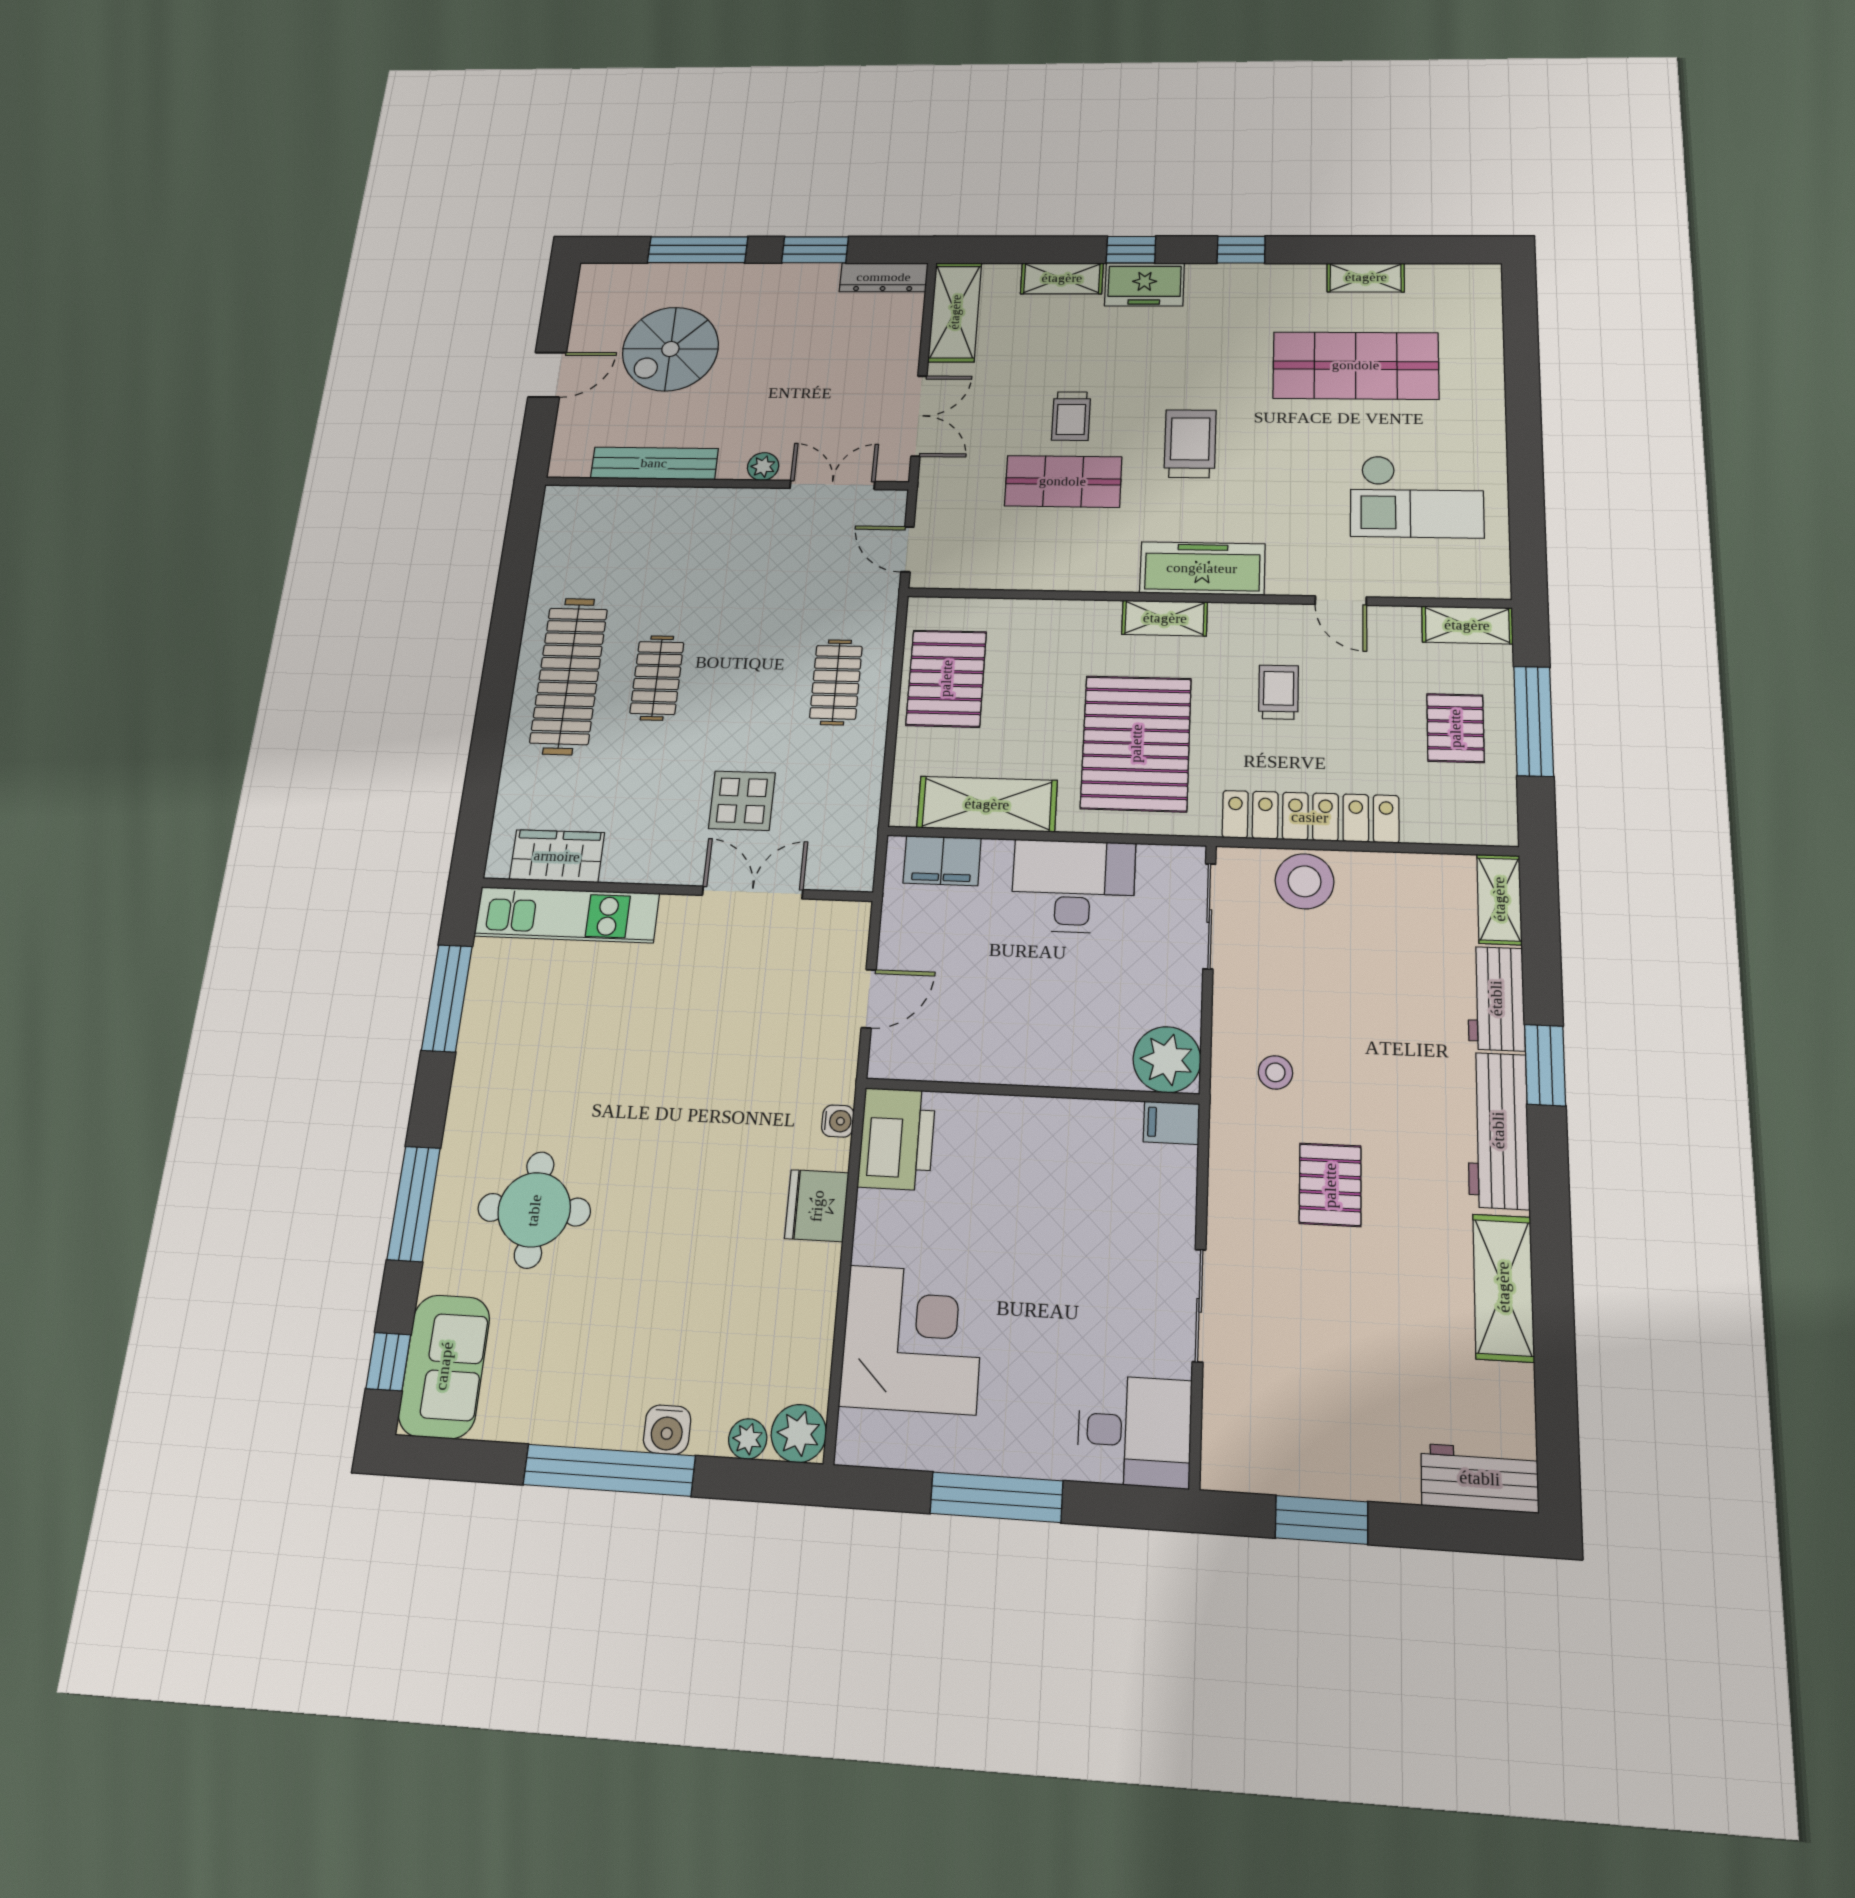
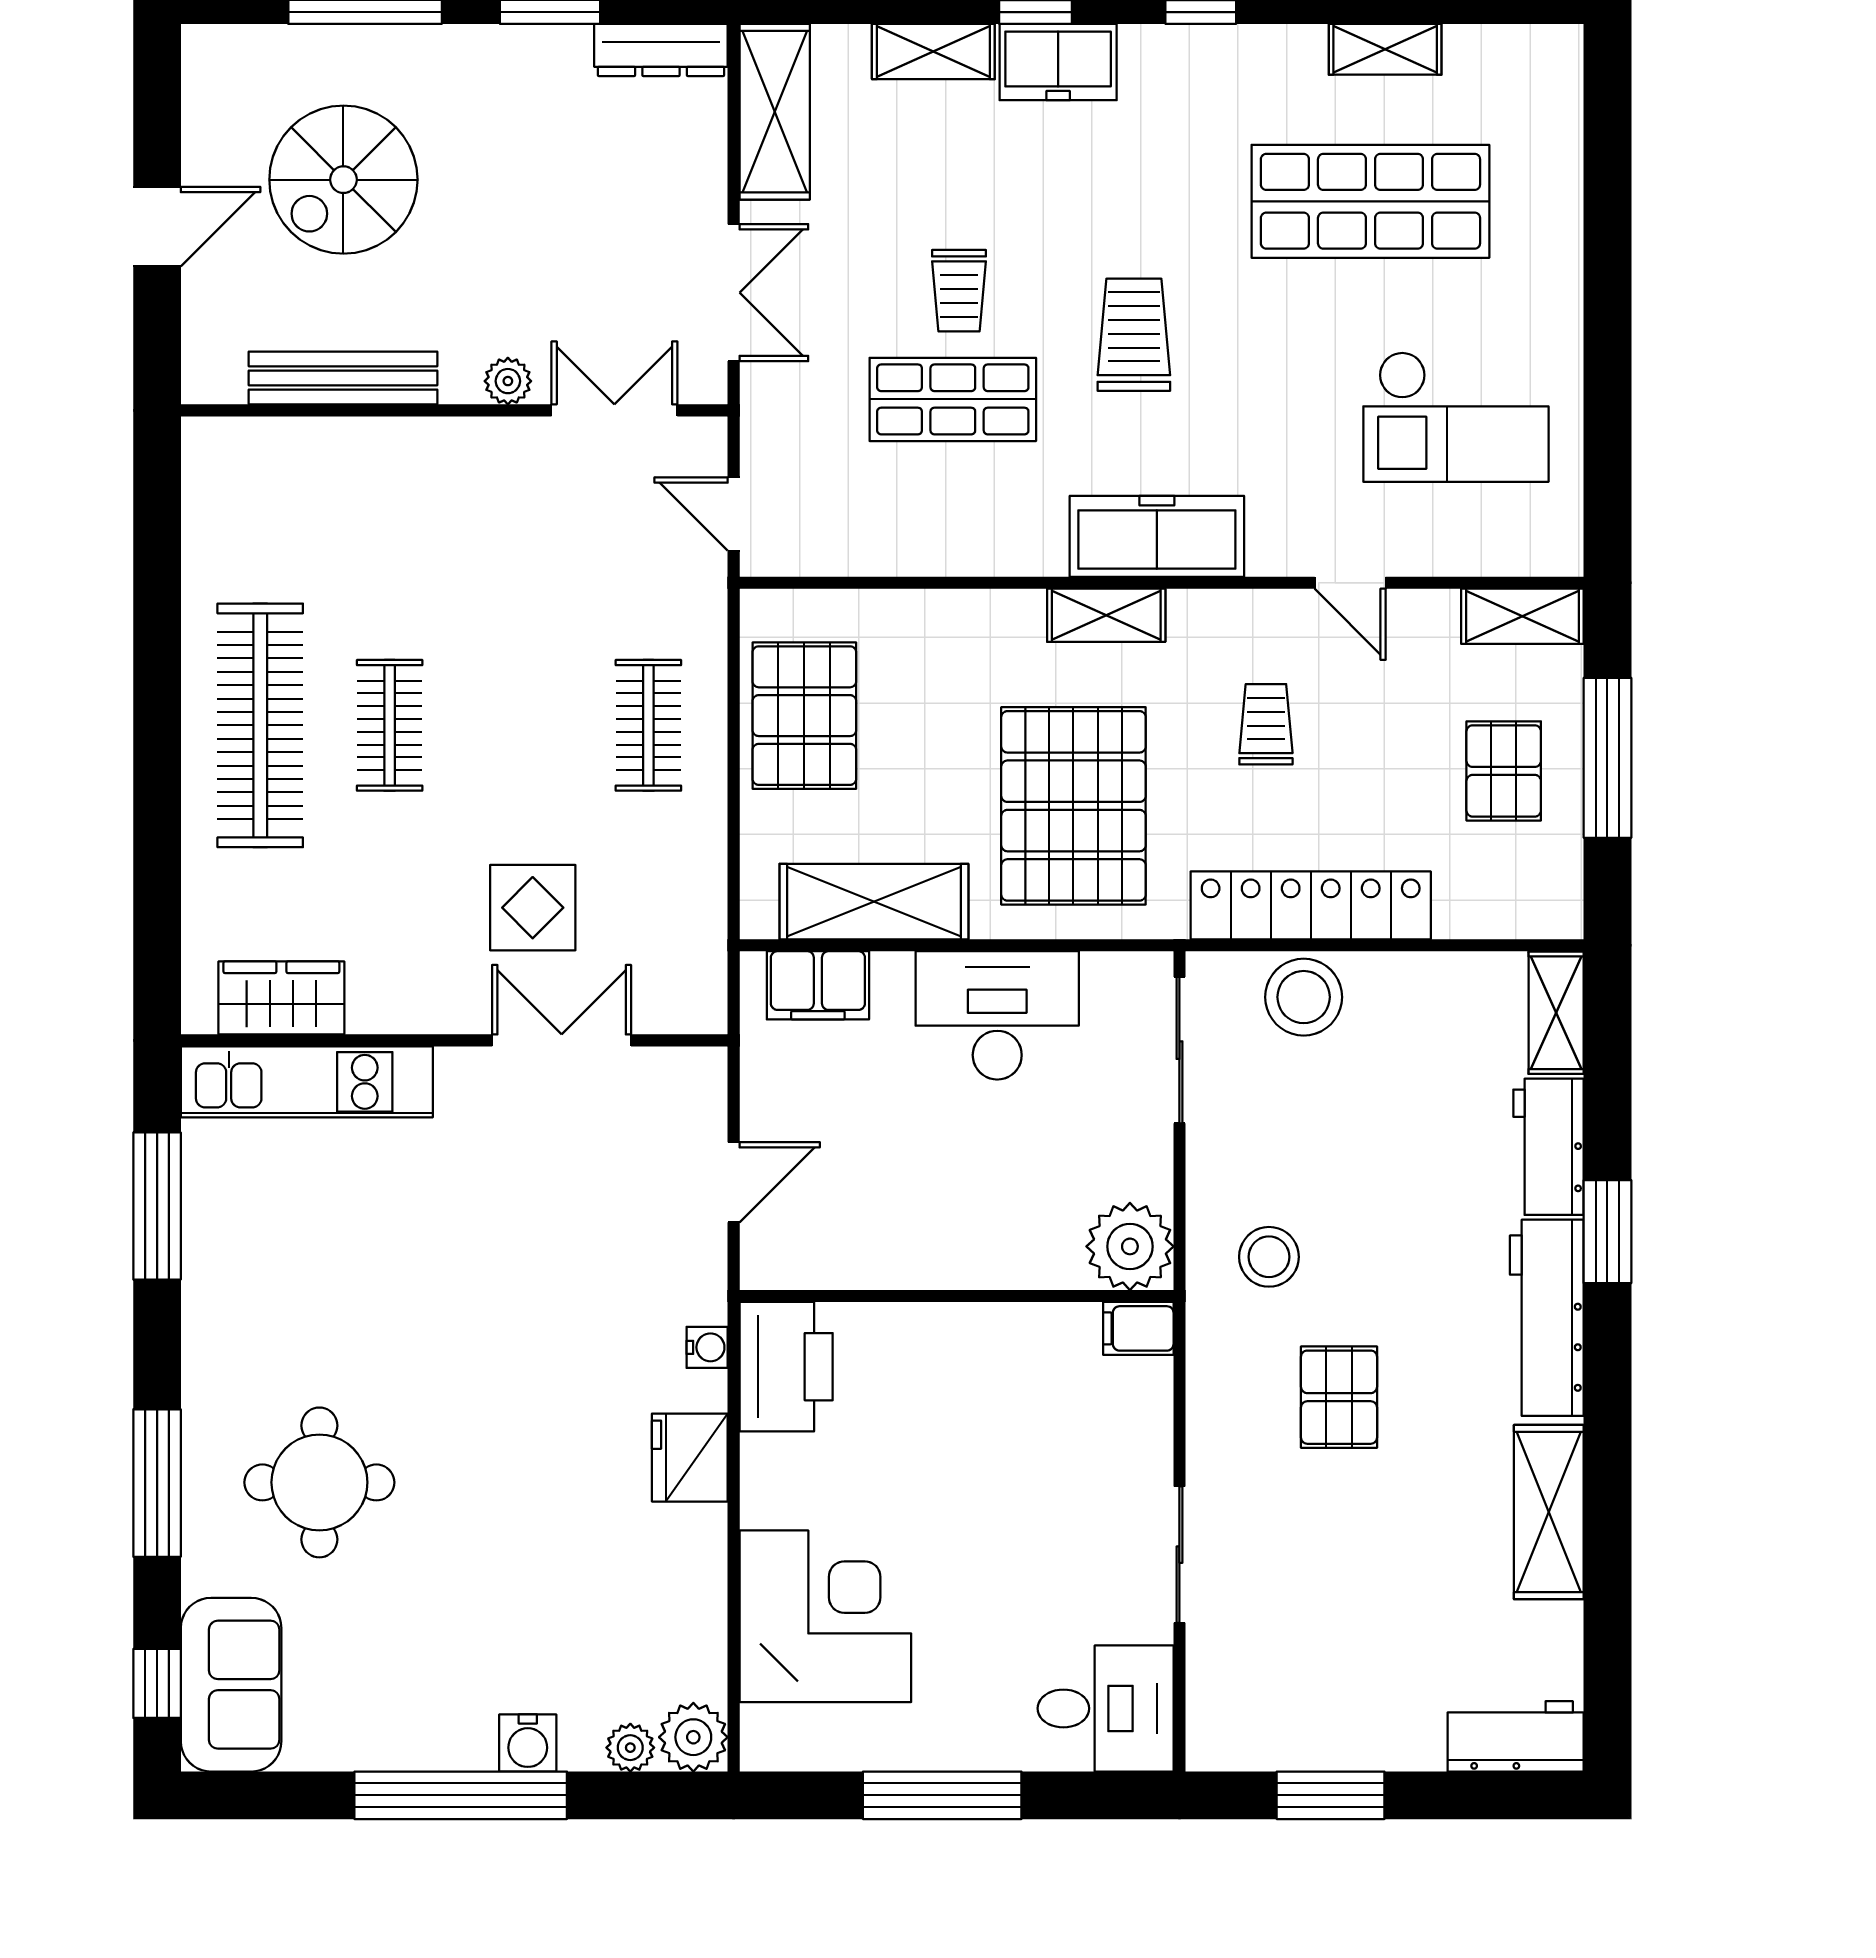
stool: (1275, 1072) -> (1269, 1257), width x1.37, depth x1.37

